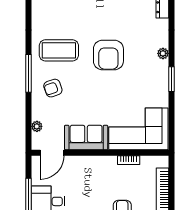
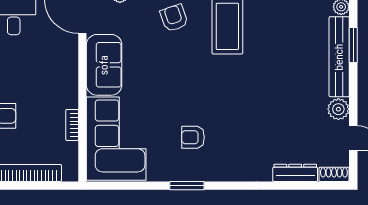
plant: (163, 53) -> (223, 174), removed
armchair: (108, 55) -> (193, 137), moved, width x0.53, depth x0.53

